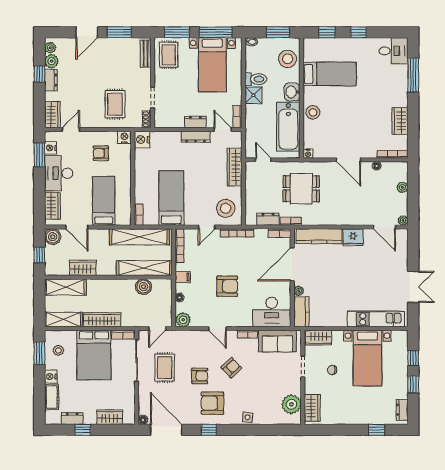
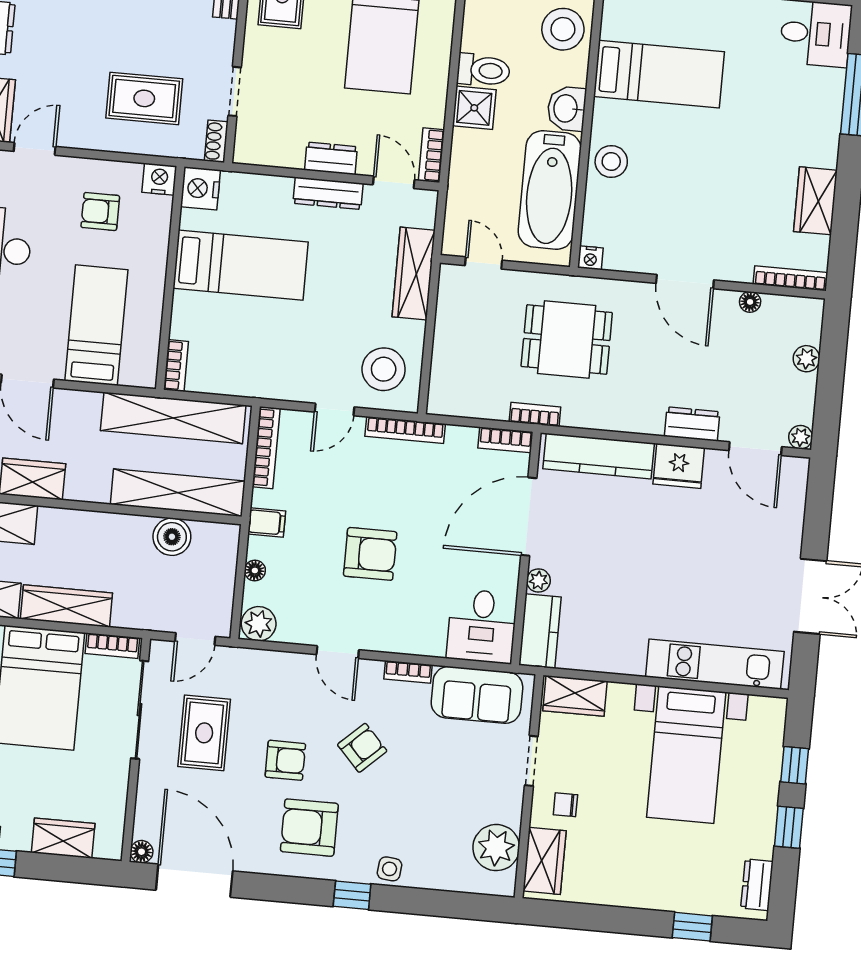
rug: (115, 104) -> (144, 98), turned 90
bed: (171, 198) -> (241, 265), moved, turned 90
dresser: (268, 219) -> (692, 424), moved
desk: (272, 312) -> (482, 626), width x0.73
chair: (332, 370) -> (565, 805), moved
window: (209, 430) -> (352, 895), moved

